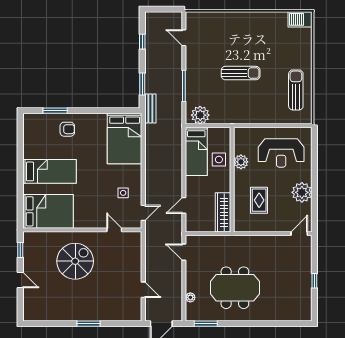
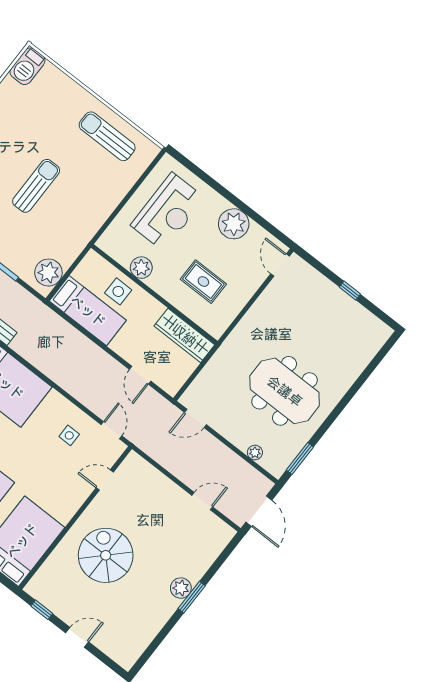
meeting table: (235, 288) -> (285, 391), turned 90
plant: (89, 314) -> (181, 588), added

